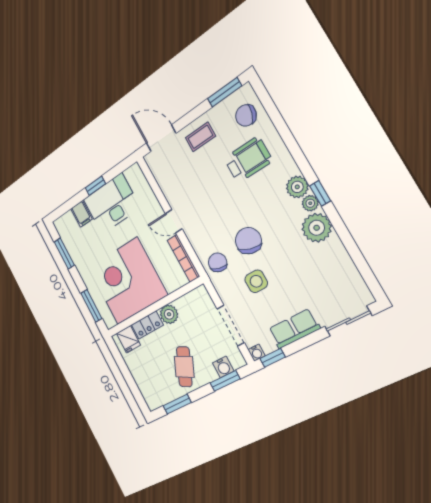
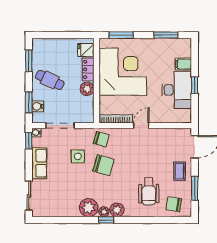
window: (225, 92) -> (195, 188), moved
chair: (246, 115) -> (174, 204), turned -98

